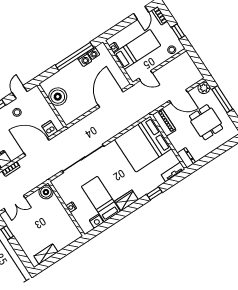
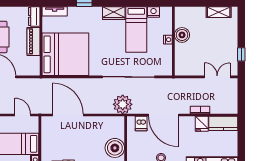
door: (111, 98) -> (68, 115), swing flipped
piano: (164, 122) -> (33, 41), moved
plant: (74, 134) -> (123, 104), added
boiler: (46, 192) -> (182, 35), moved

